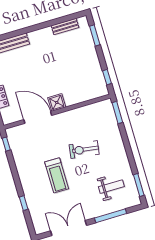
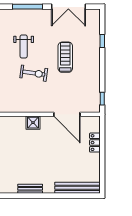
bench: (65, 26) -> (30, 189), moved
shower: (57, 102) -> (33, 123), moved
weight bench: (111, 187) -> (24, 46), moved, turned -90

